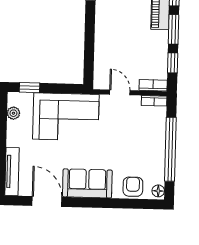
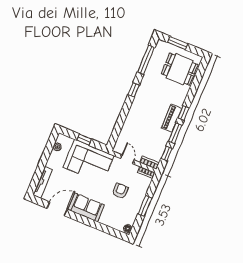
window: (29, 88) -> (84, 140), moved
window: (170, 149) -> (145, 206), width x0.47
armchair: (133, 187) -> (120, 191), moved
door: (47, 201) -> (57, 209), hinge flipped

